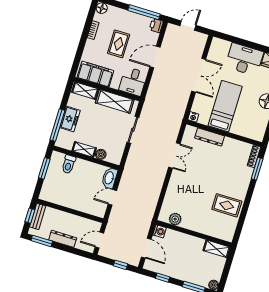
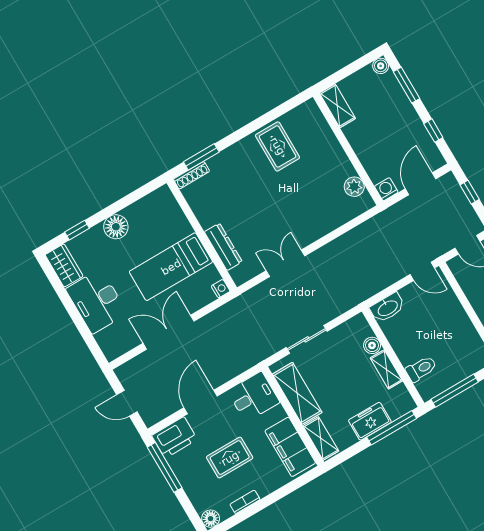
printer: (156, 26) -> (174, 437), width x1.87, depth x1.48
door: (155, 57) -> (201, 402), swing flipped
window: (44, 168) -> (455, 391), width x1.44
door: (112, 197) -> (422, 271), moved

